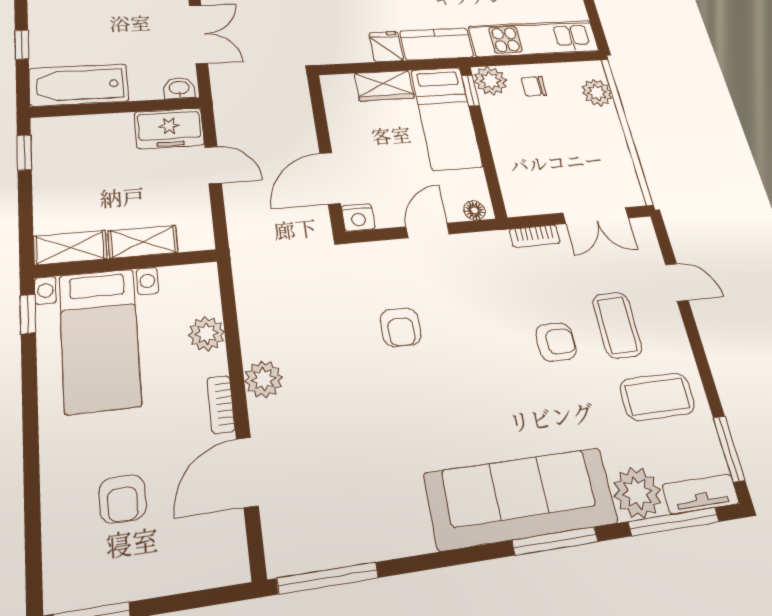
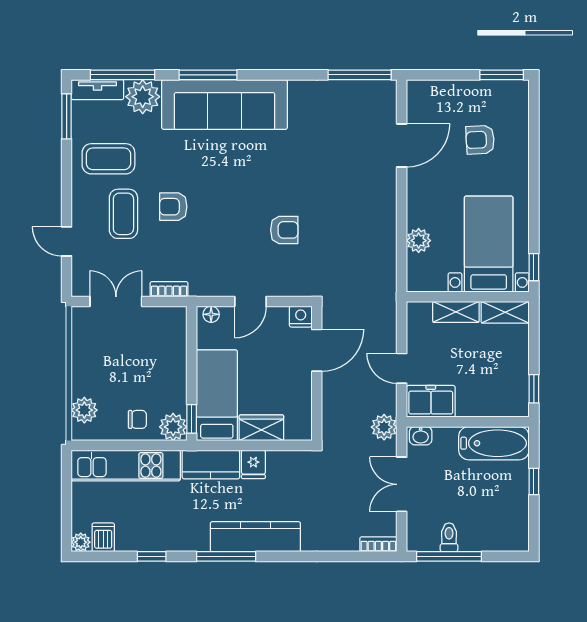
armchair: (401, 327) -> (284, 230), turned 90
plant: (264, 379) -> (384, 427), moved
bookcase: (221, 404) -> (414, 191), removed
armchair: (122, 499) -> (480, 140), turned -93

